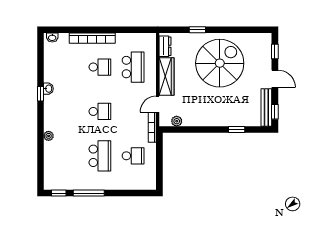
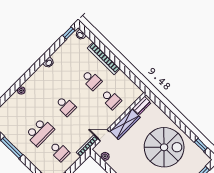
window: (197, 30) -> (201, 145), moved
school desk: (133, 67) -> (111, 99), width x0.54
window: (41, 94) -> (69, 33), moved

